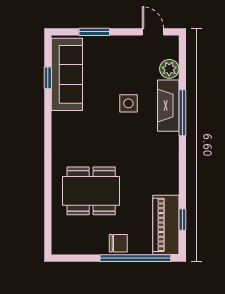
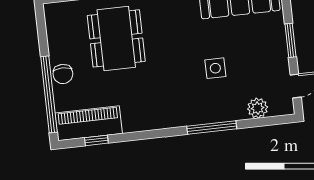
window: (94, 32) -> (291, 40), moved
fireplace: (168, 106) -> (218, 111), removed

